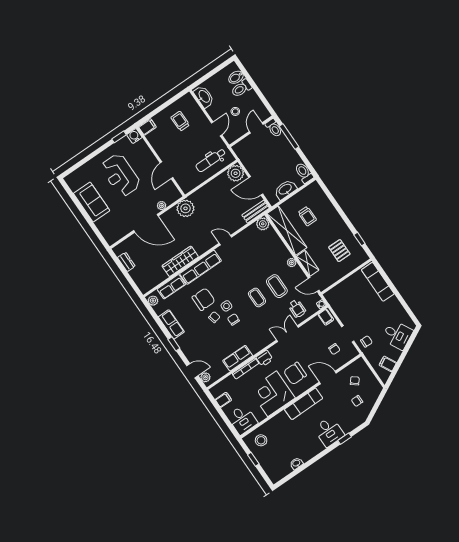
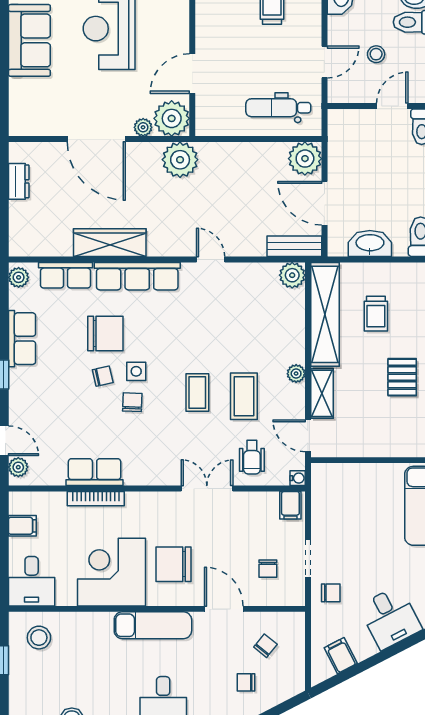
plant: (171, 194) -> (172, 118), added
pallet: (339, 251) -> (402, 377), moved
printer: (265, 358) -> (140, 504), removed

